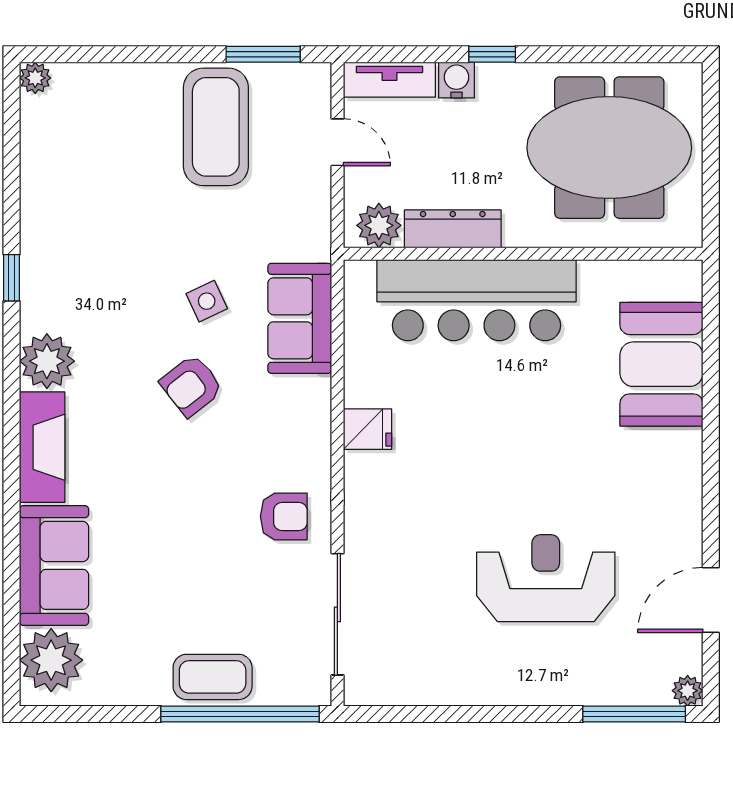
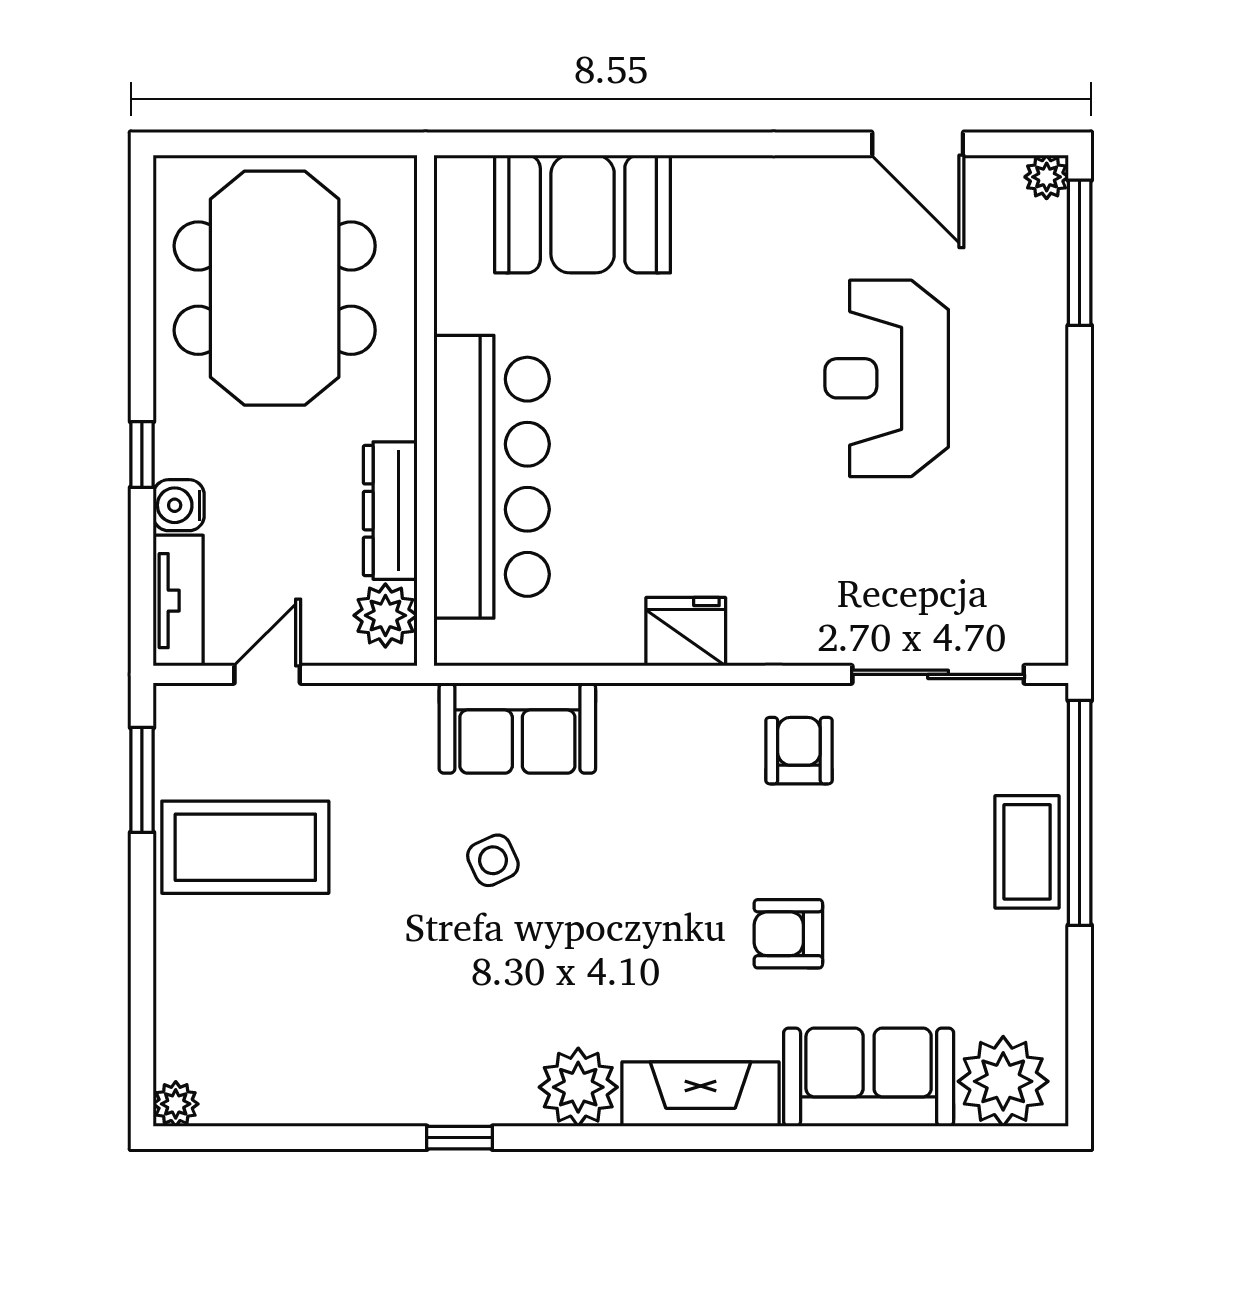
armchair: (191, 386) -> (788, 934), moved, turned 128
fridge: (367, 429) -> (686, 632), width x1.38

